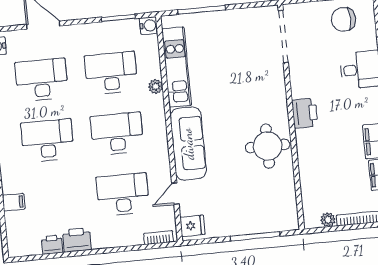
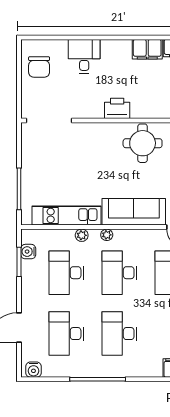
water cooler: (149, 26) -> (28, 252), moved, turned -90
plant: (159, 115) -> (107, 235), added

